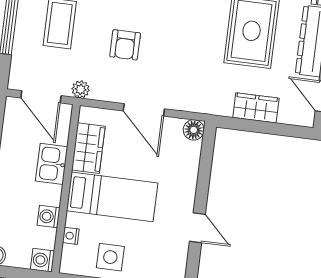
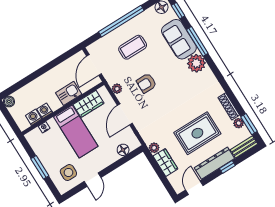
plant: (81, 89) -> (117, 89), moved
plant: (223, 107) -> (154, 148), added
floor lamp: (194, 130) -> (123, 150), moved
side table: (110, 257) -> (68, 173), moved
washing machine: (43, 260) -> (34, 117), moved

